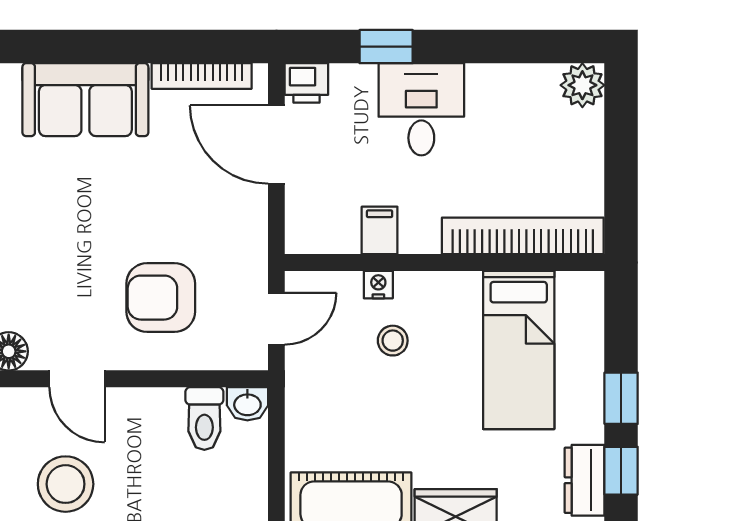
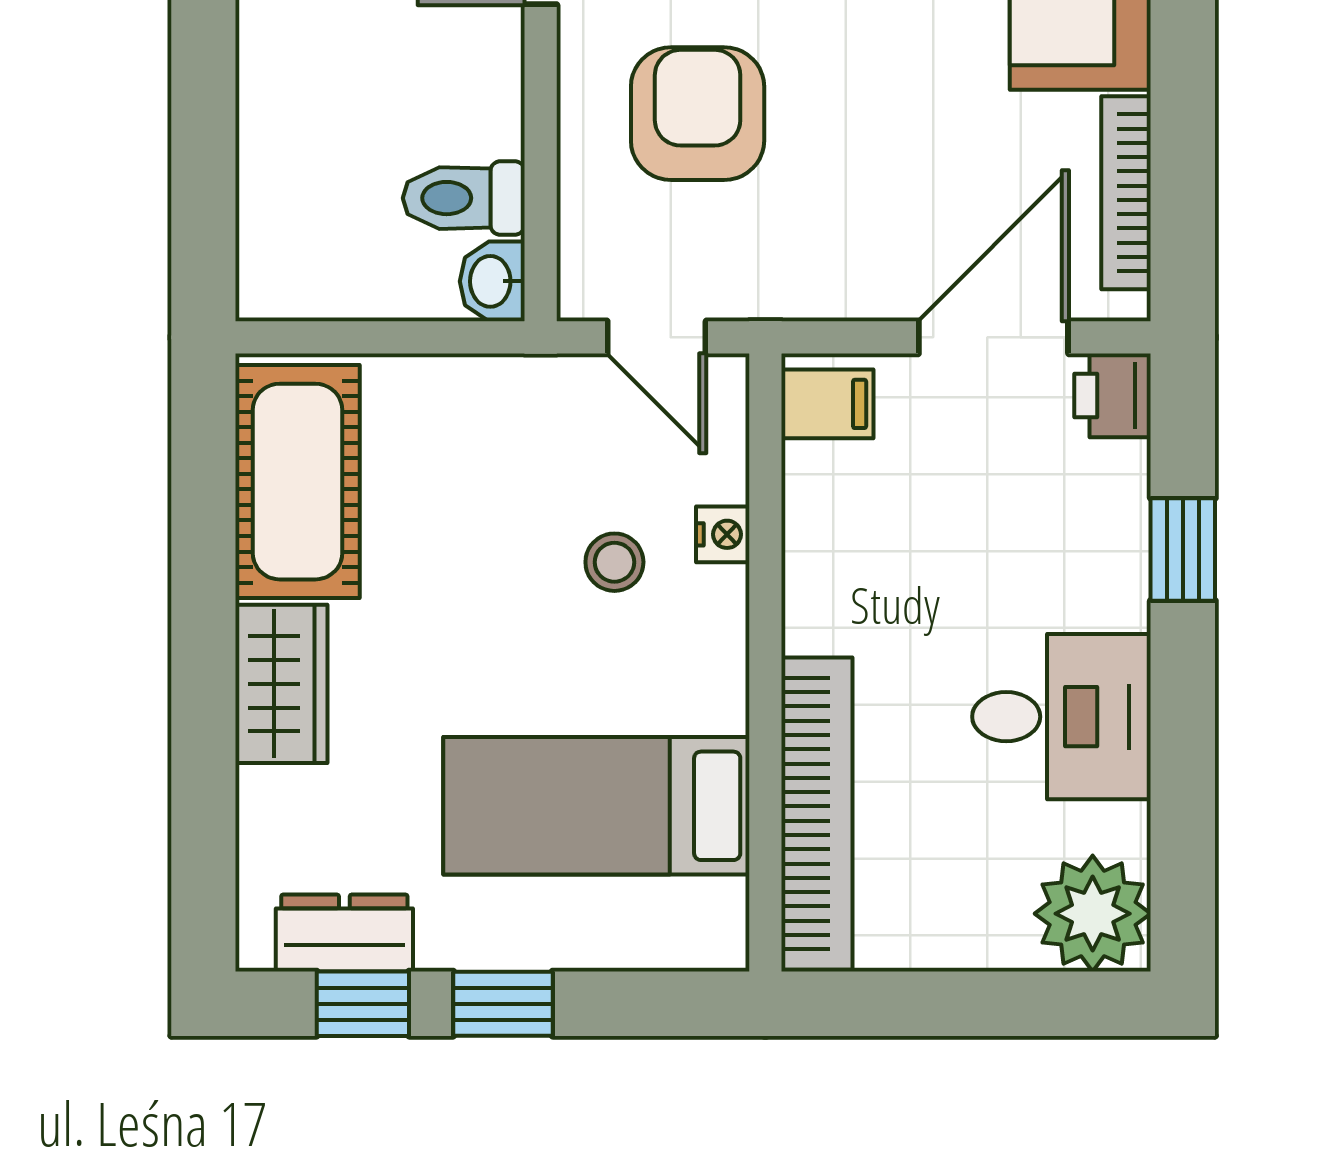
plant: (582, 85) -> (1093, 914), width x1.36, depth x1.36
desk: (421, 109) -> (1062, 717), moved
filing cabinet: (380, 230) -> (827, 404), moved

